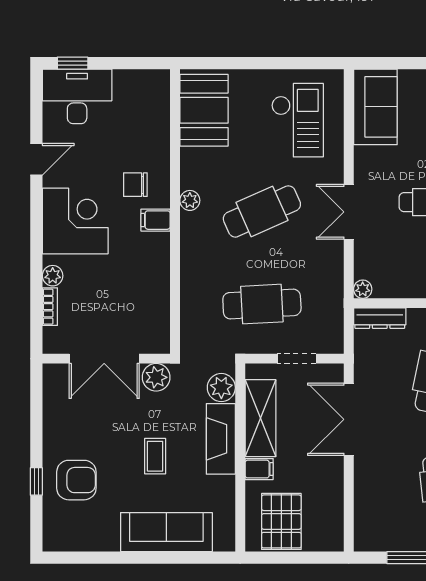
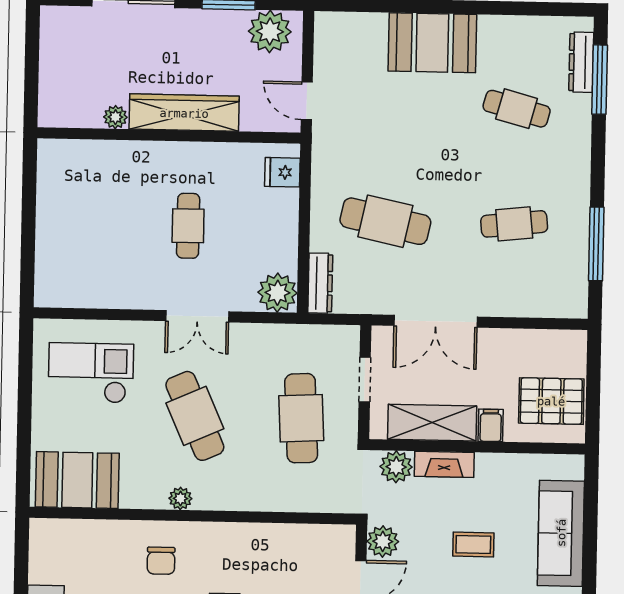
sofa: (375, 107) -> (77, 283), removed
filing cabinet: (156, 220) -> (202, 538), removed
plant: (363, 289) -> (278, 293), width x1.88, depth x1.88
fireplace: (221, 439) -> (444, 464), width x0.73, depth x0.76

